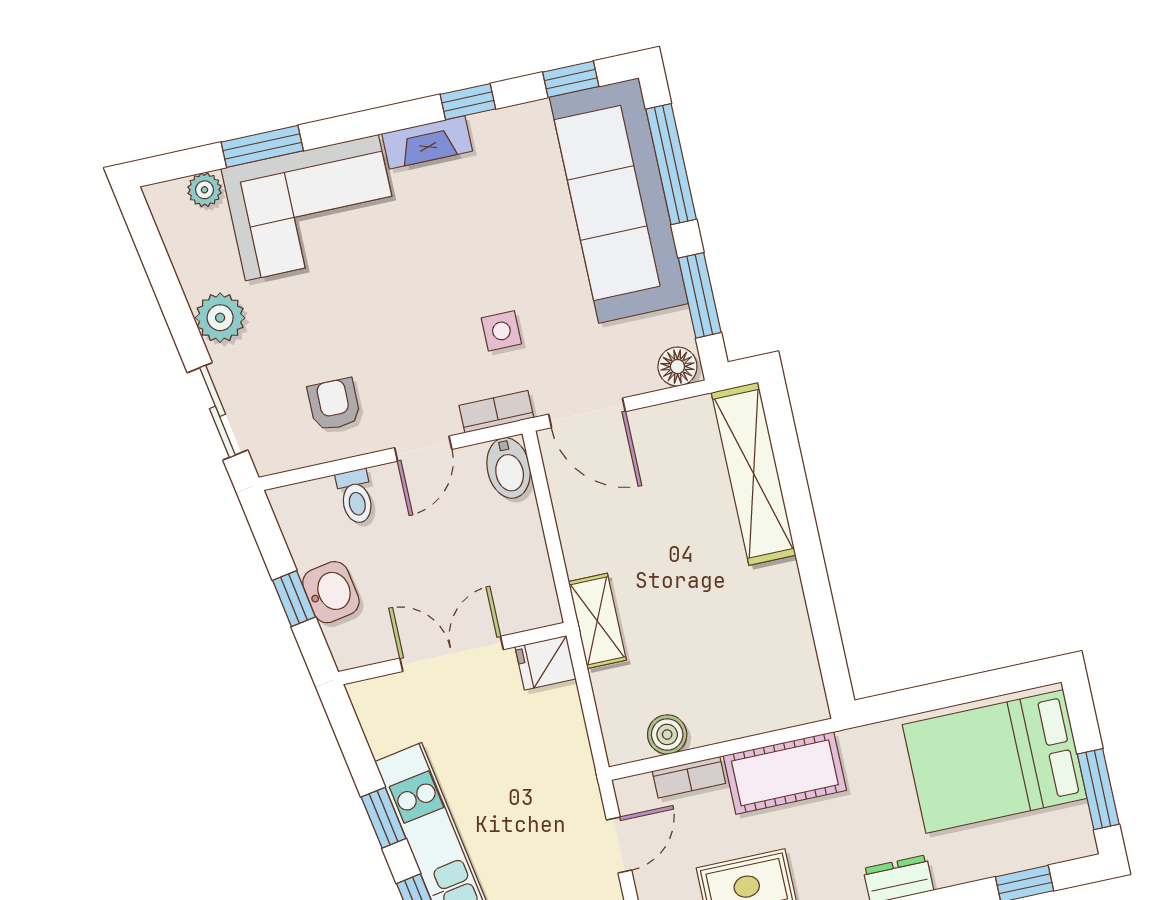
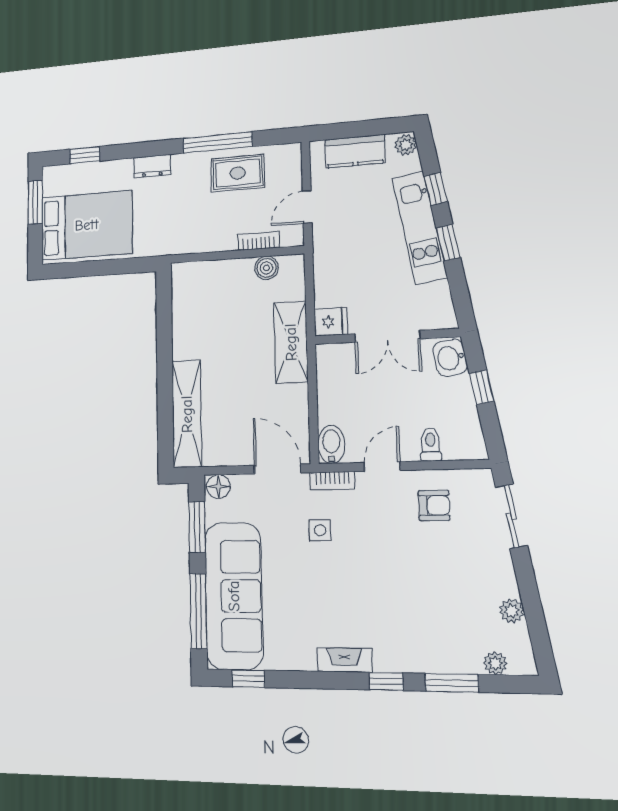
window: (468, 102) -> (386, 681), moved
corner sofa: (312, 208) -> (426, 635), removed
plant: (220, 318) -> (512, 611), moved, width x0.73, depth x0.73
armchair: (334, 404) -> (434, 505), turned -90
washbasin: (331, 592) -> (450, 358), moved
shelving: (597, 621) -> (291, 342), width x1.50, depth x1.33
cot: (785, 773) -> (203, 236), removed

